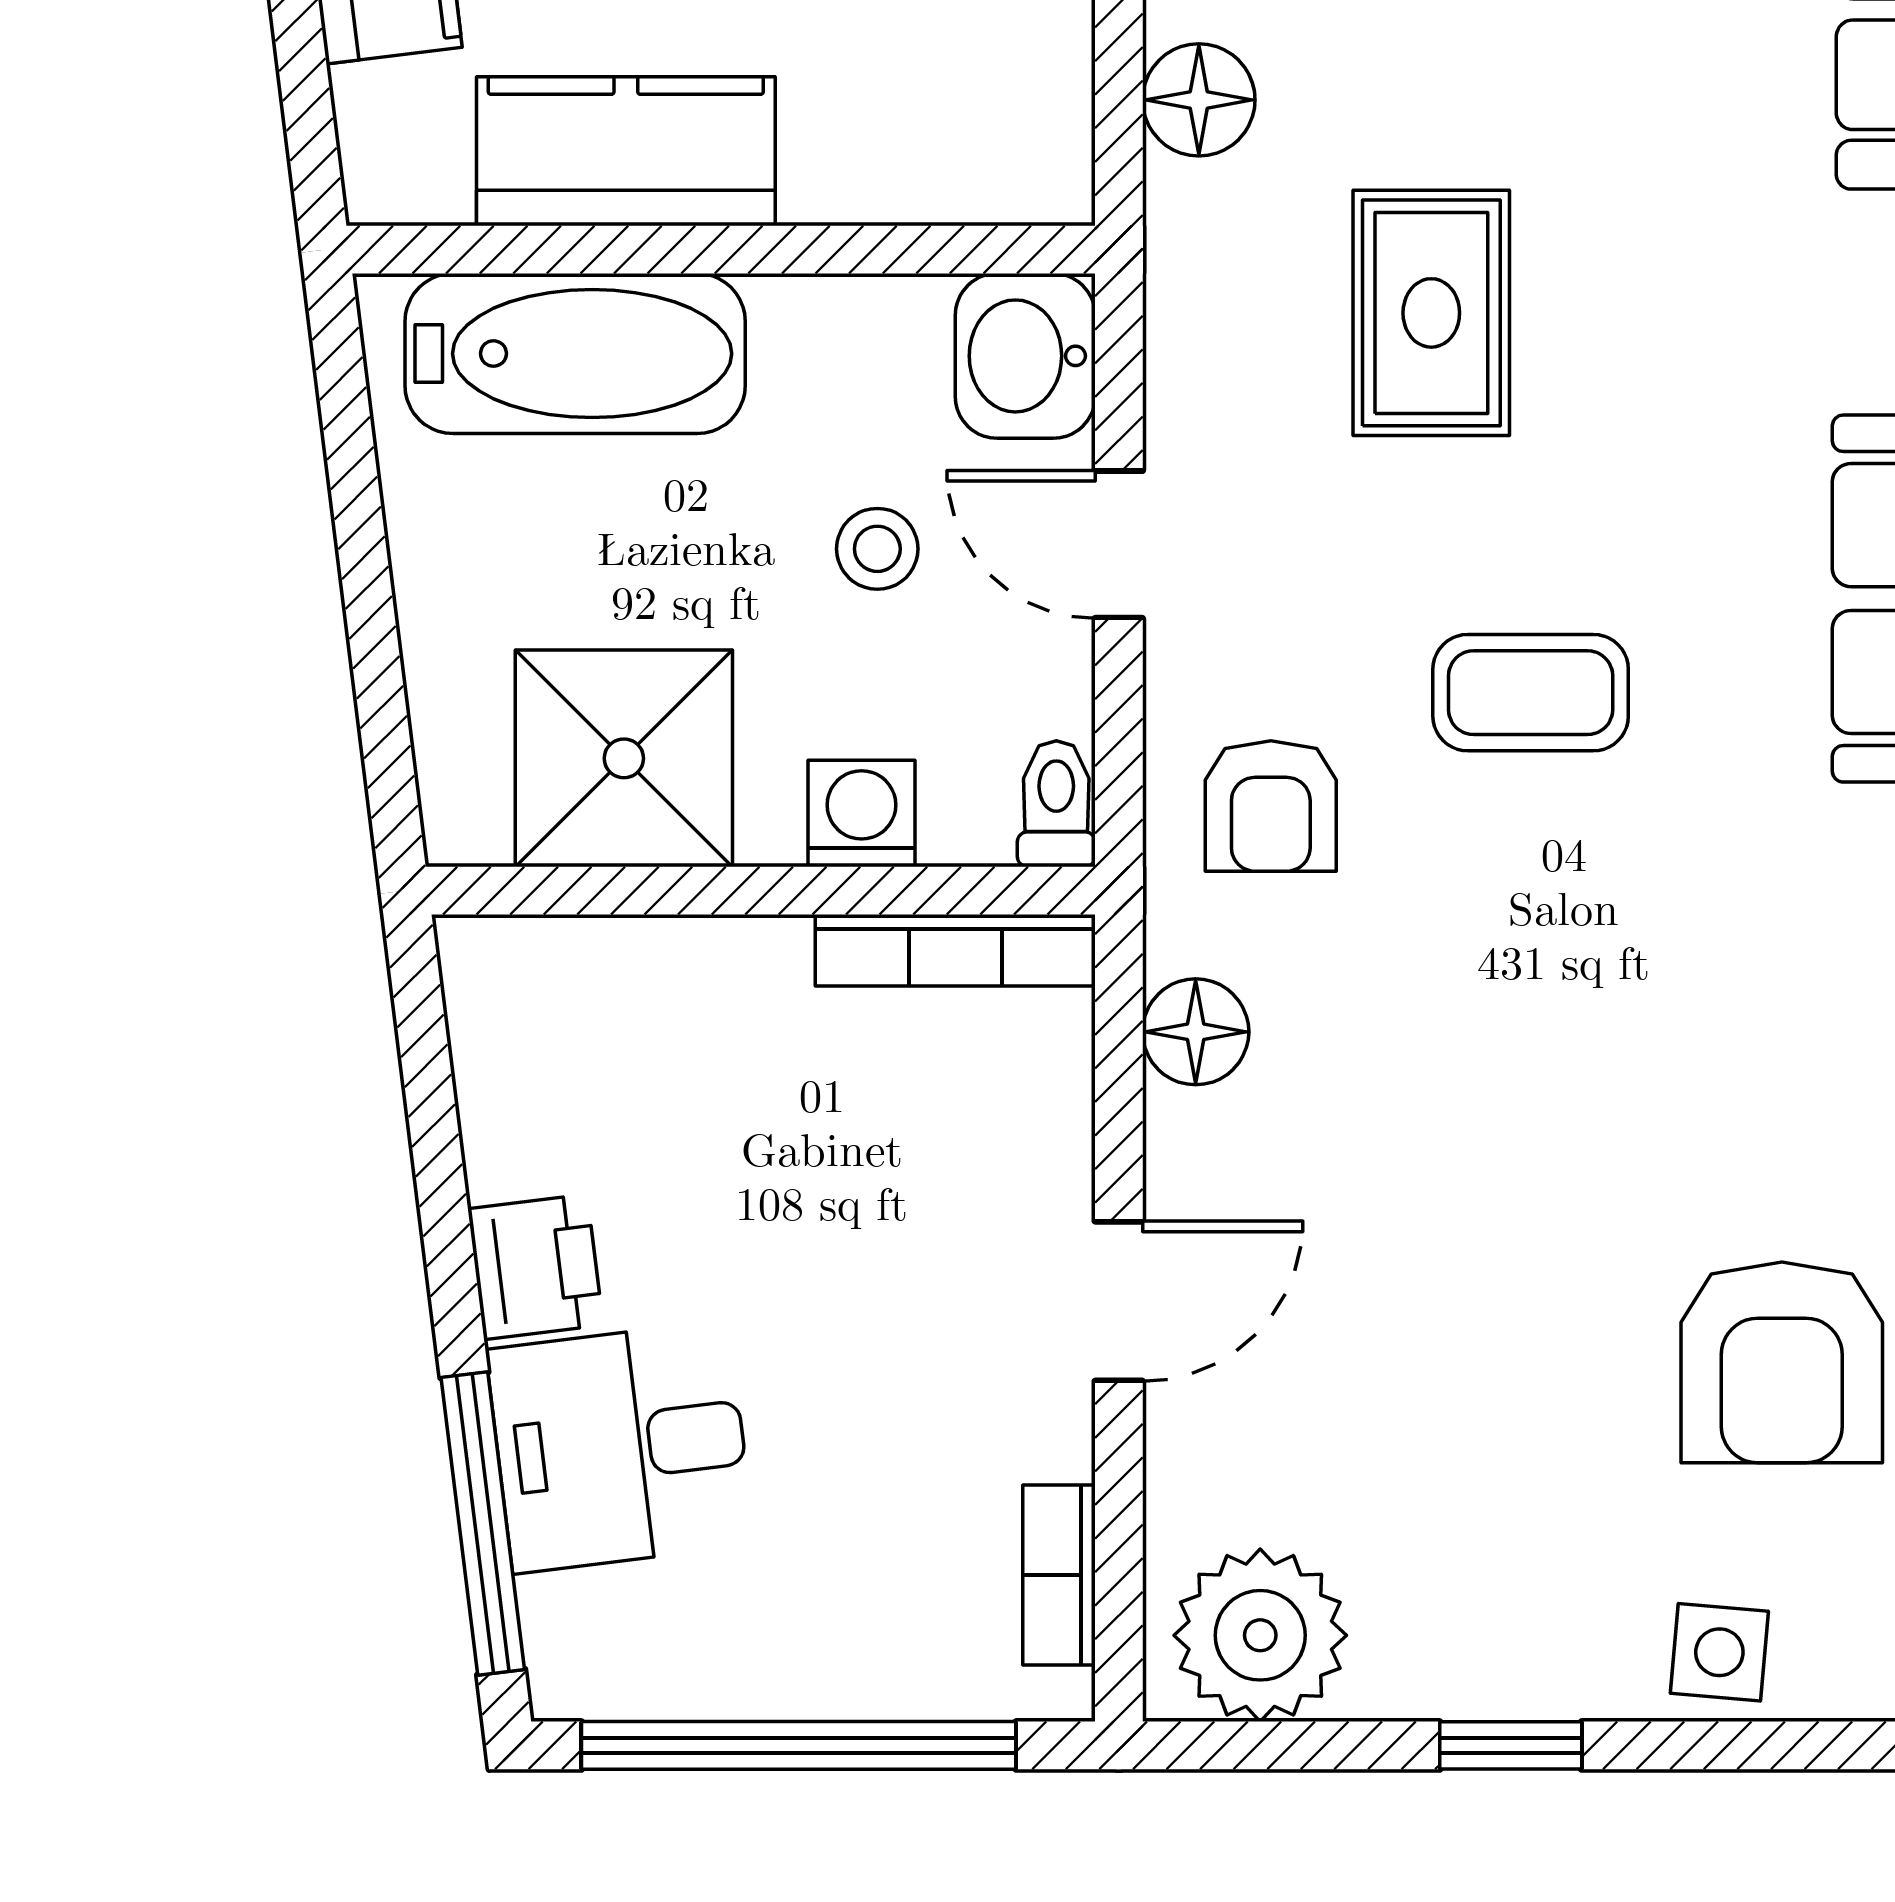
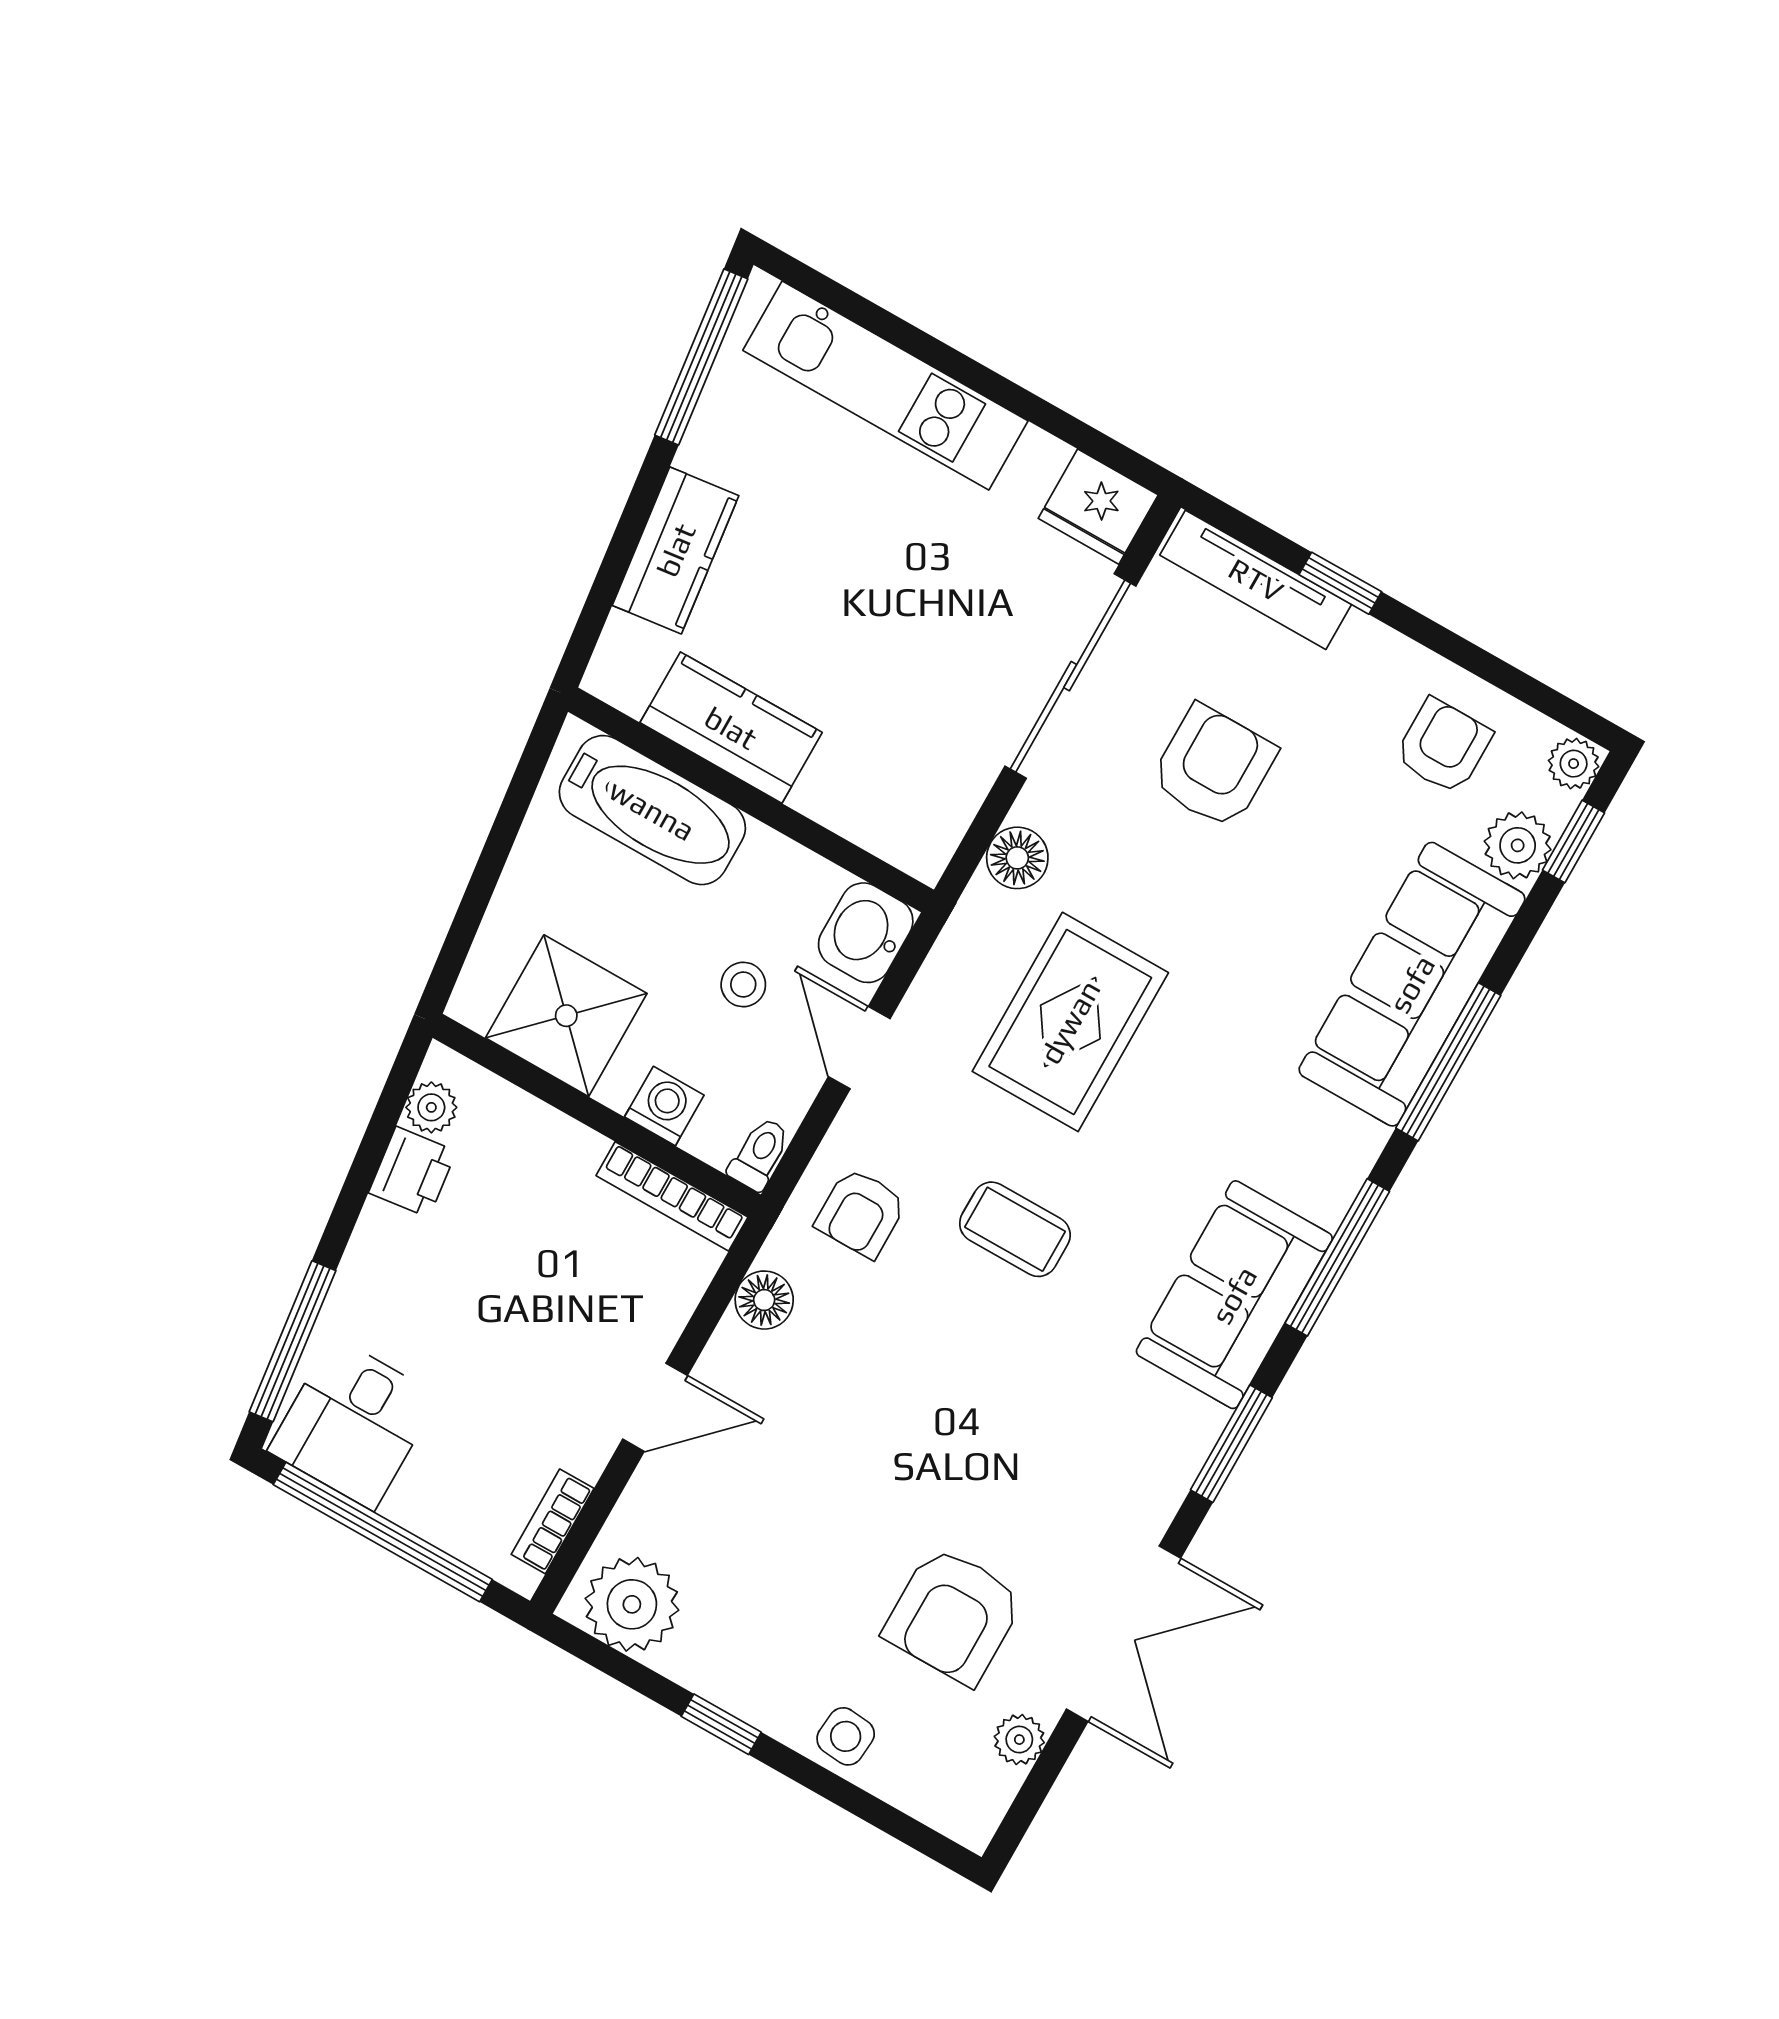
rug: (1431, 313) -> (1070, 1022), width x1.36, depth x1.43
plant: (492, 1026) -> (431, 1107), added
printer: (536, 1267) -> (412, 1172), moved
desk: (621, 1447) -> (353, 1423), moved, turned -83

